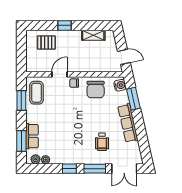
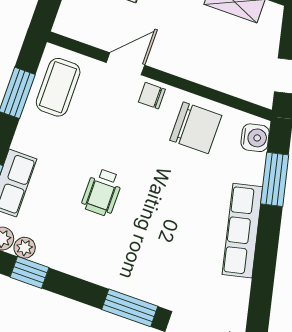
chair: (96, 90) -> (196, 128), turned -90
wheelchair: (102, 142) -> (102, 192), moved
window: (69, 169) -> (29, 272), moved

